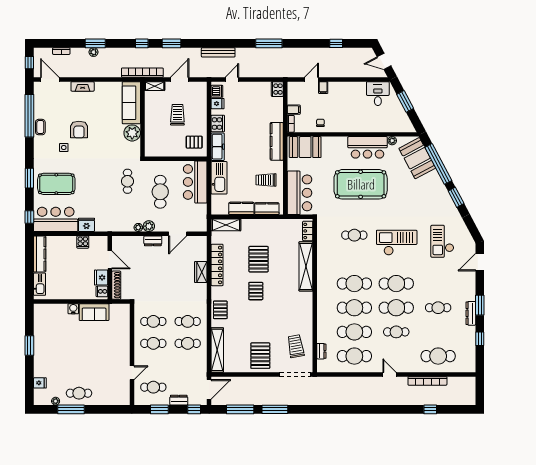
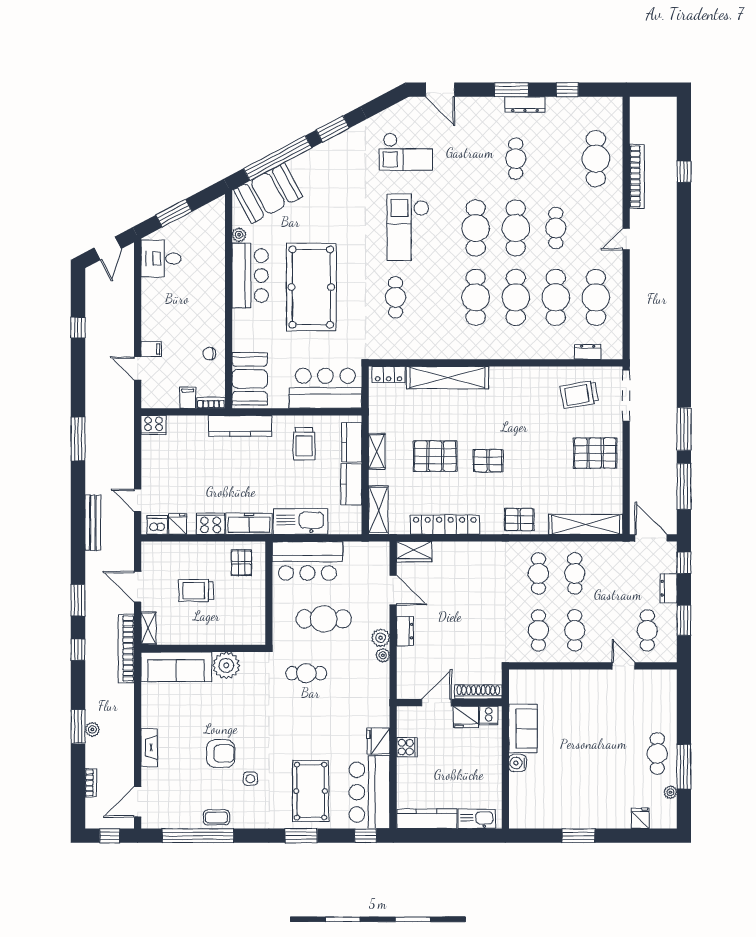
shelving: (261, 224) -> (377, 451), added
wardrobe: (201, 272) -> (414, 552), moved

